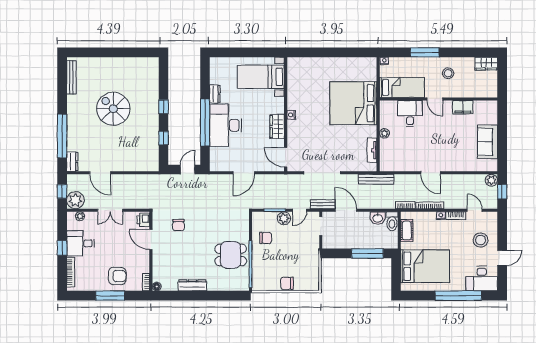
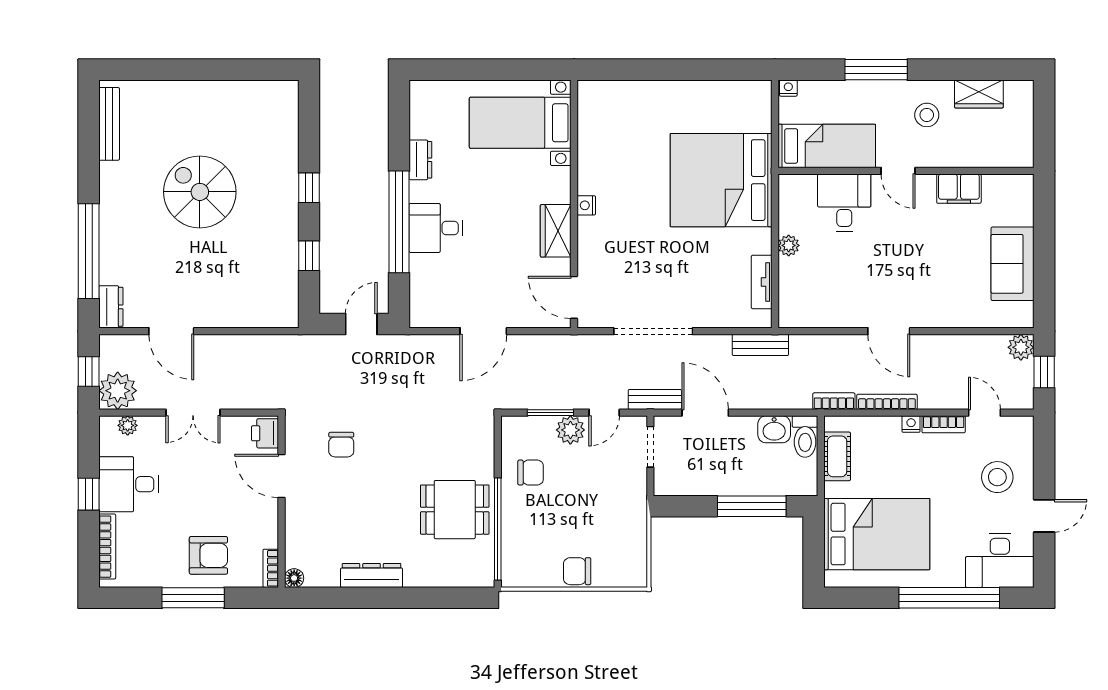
wardrobe: (486, 64) -> (979, 94), moved
desk: (226, 125) -> (436, 228), width x0.53, depth x0.77
bench: (376, 179) -> (760, 345), width x0.73

